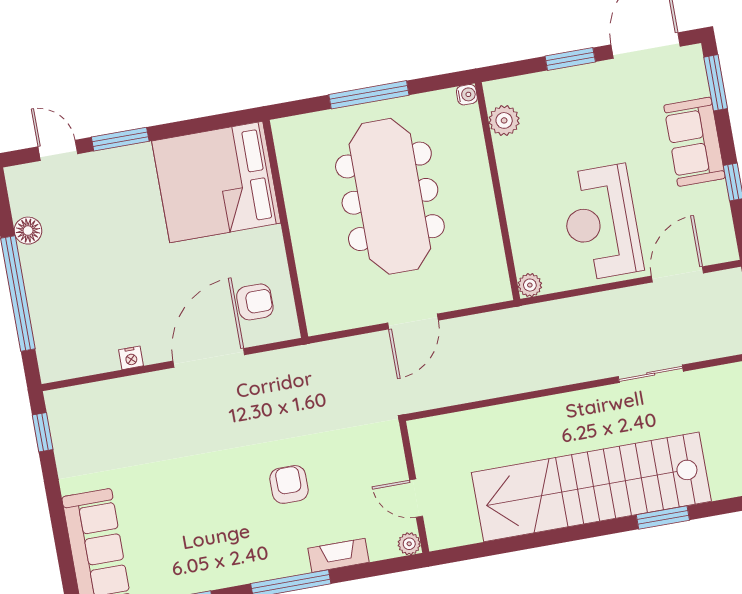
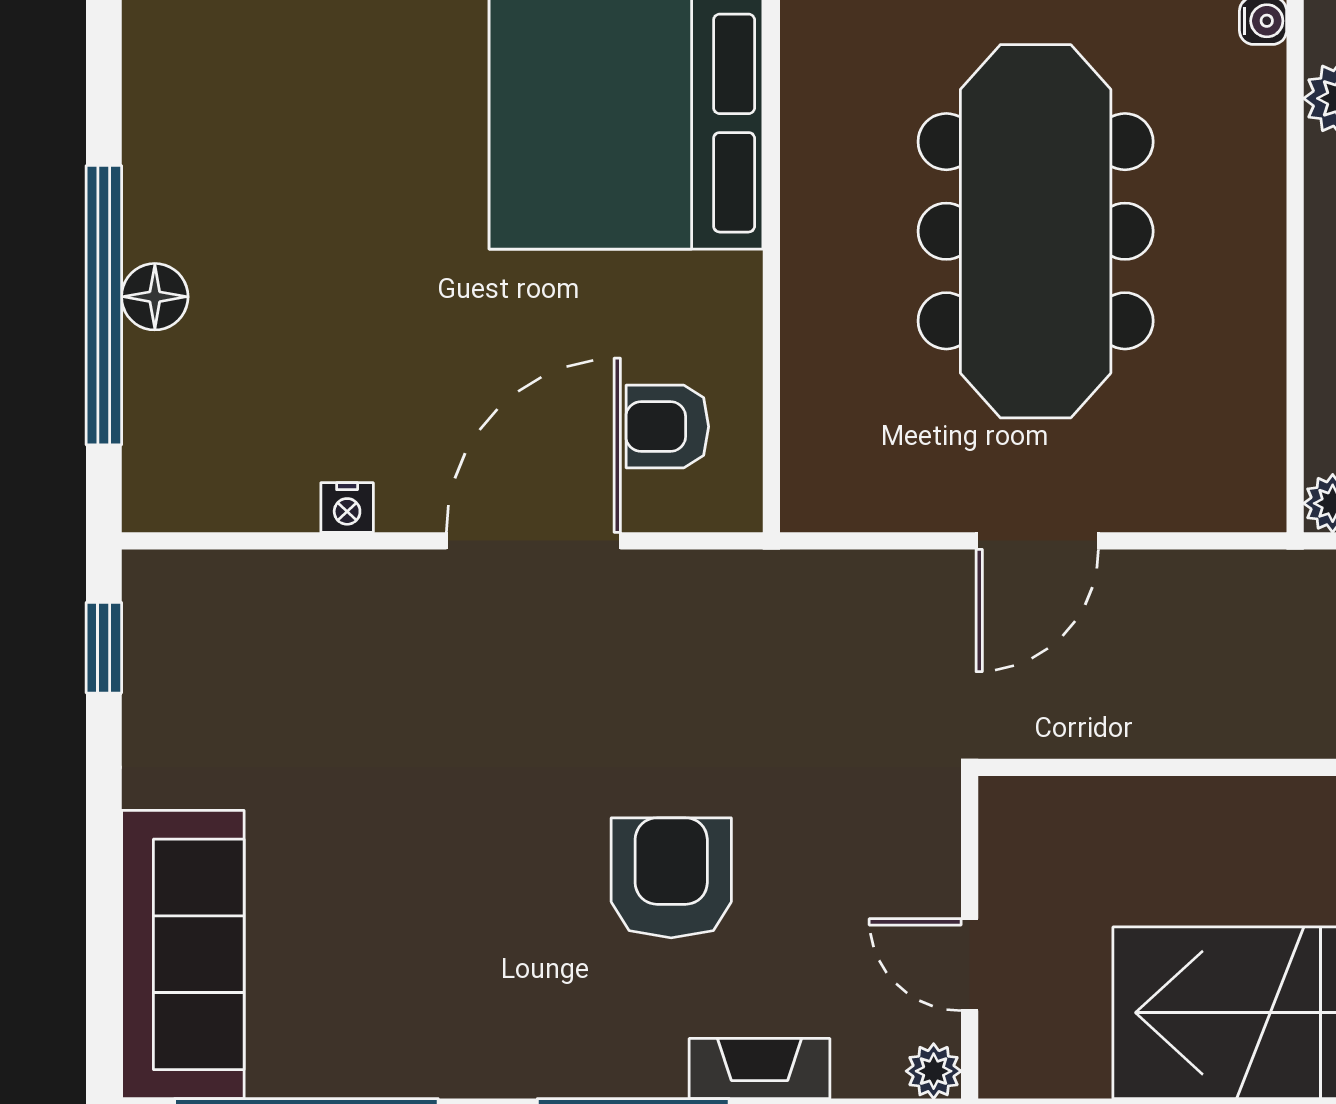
floor lamp: (28, 231) -> (155, 297), moved
armchair: (255, 302) -> (667, 427), turned 180
armchair: (289, 484) -> (671, 878), width x1.38, depth x1.38

